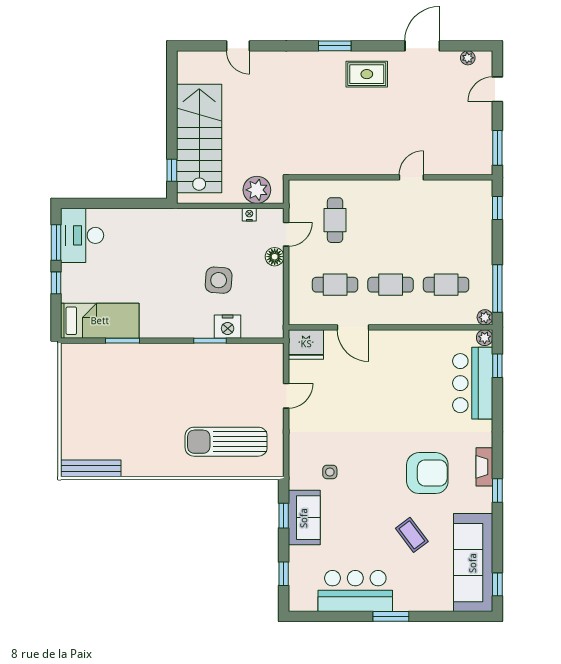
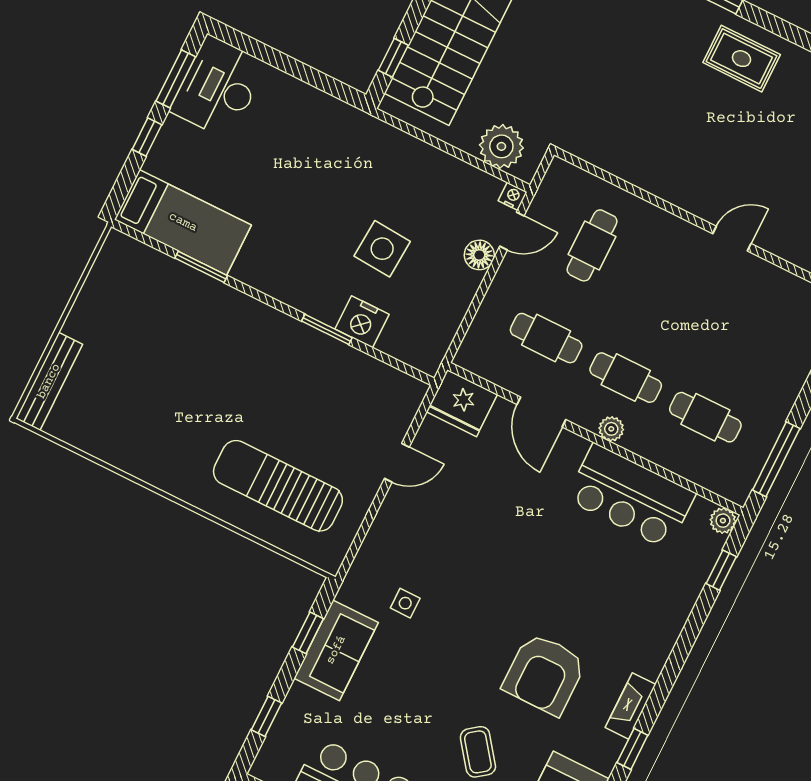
nightstand: (249, 215) -> (513, 196), moved
plant: (485, 317) -> (611, 429), moved
bar counter: (473, 383) -> (631, 496), moved, turned -90
bench: (91, 468) -> (49, 381), moved, turned 90
armchair: (427, 473) -> (544, 674), turned 90

